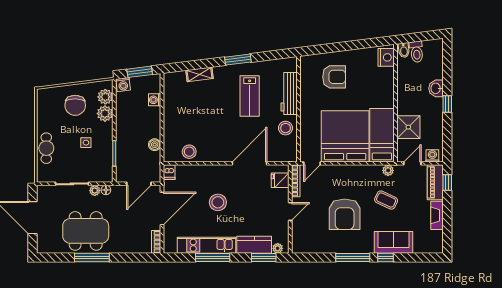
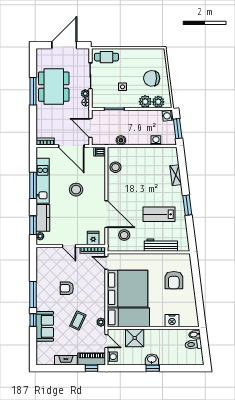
nightstand: (386, 57) -> (172, 321), moved
washbasin: (436, 88) -> (152, 359), moved
stool: (286, 128) -> (124, 235), moved
cafe table: (46, 148) -> (106, 57), moved
armchair: (345, 214) -> (67, 288), width x0.53, depth x0.53

